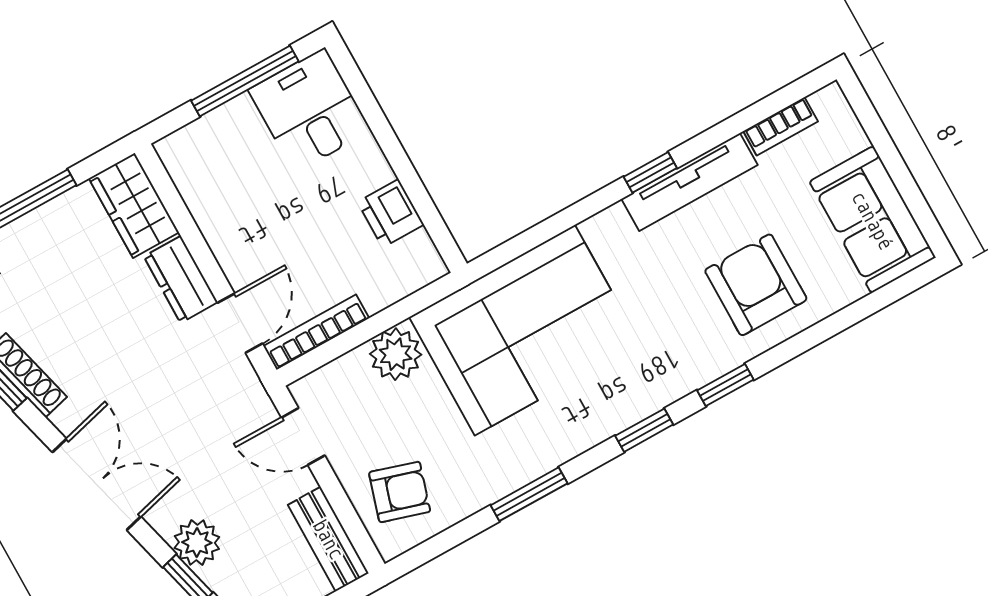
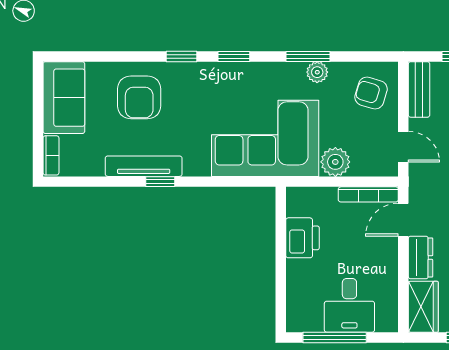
desk: (310, 110) -> (349, 305), moved
bookcase: (781, 126) -> (51, 155), moved, turned 90
printer: (391, 213) -> (302, 238), width x1.36, depth x1.24
plant: (501, 478) -> (317, 72), added

